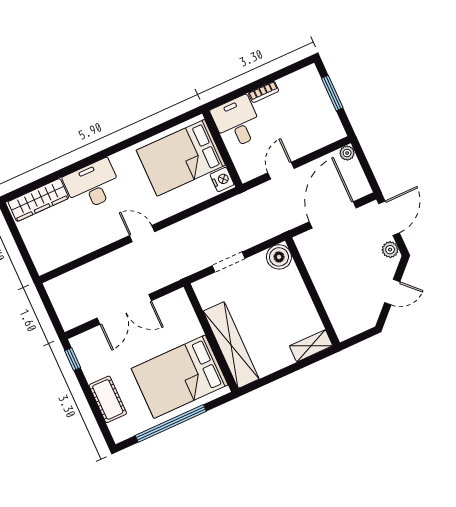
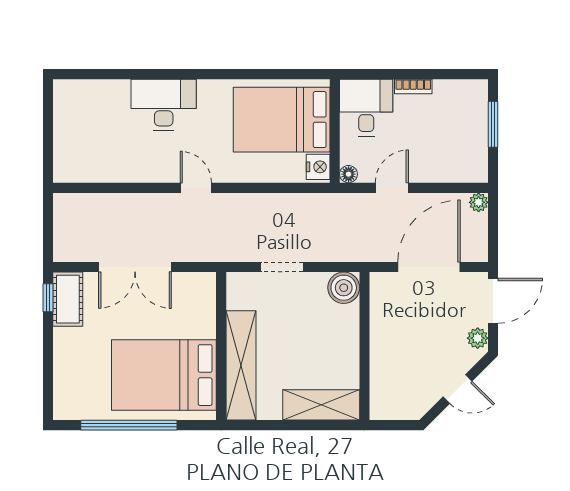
floor lamp: (246, 175) -> (349, 174), added
wardrobe: (38, 200) -> (92, 93), removed
shelving: (311, 346) -> (321, 405), width x1.50, depth x1.33
cot: (108, 399) -> (68, 299), moved

